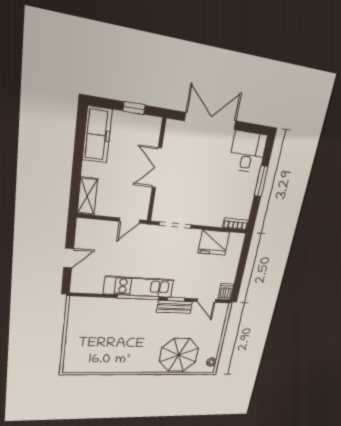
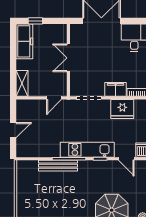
window: (134, 108) -> (35, 21), moved
filing cabinet: (210, 217) -> (116, 89), added
kitchen unit: (139, 287) -> (87, 150), moved
bench: (174, 307) -> (58, 166), moved, width x1.36

